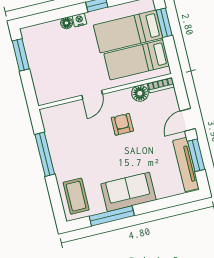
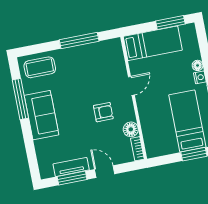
bed: (137, 60) -> (153, 43), moved, turned 90
door: (92, 95) -> (131, 86), swing flipped
tv unit: (186, 164) -> (71, 167), width x0.71

